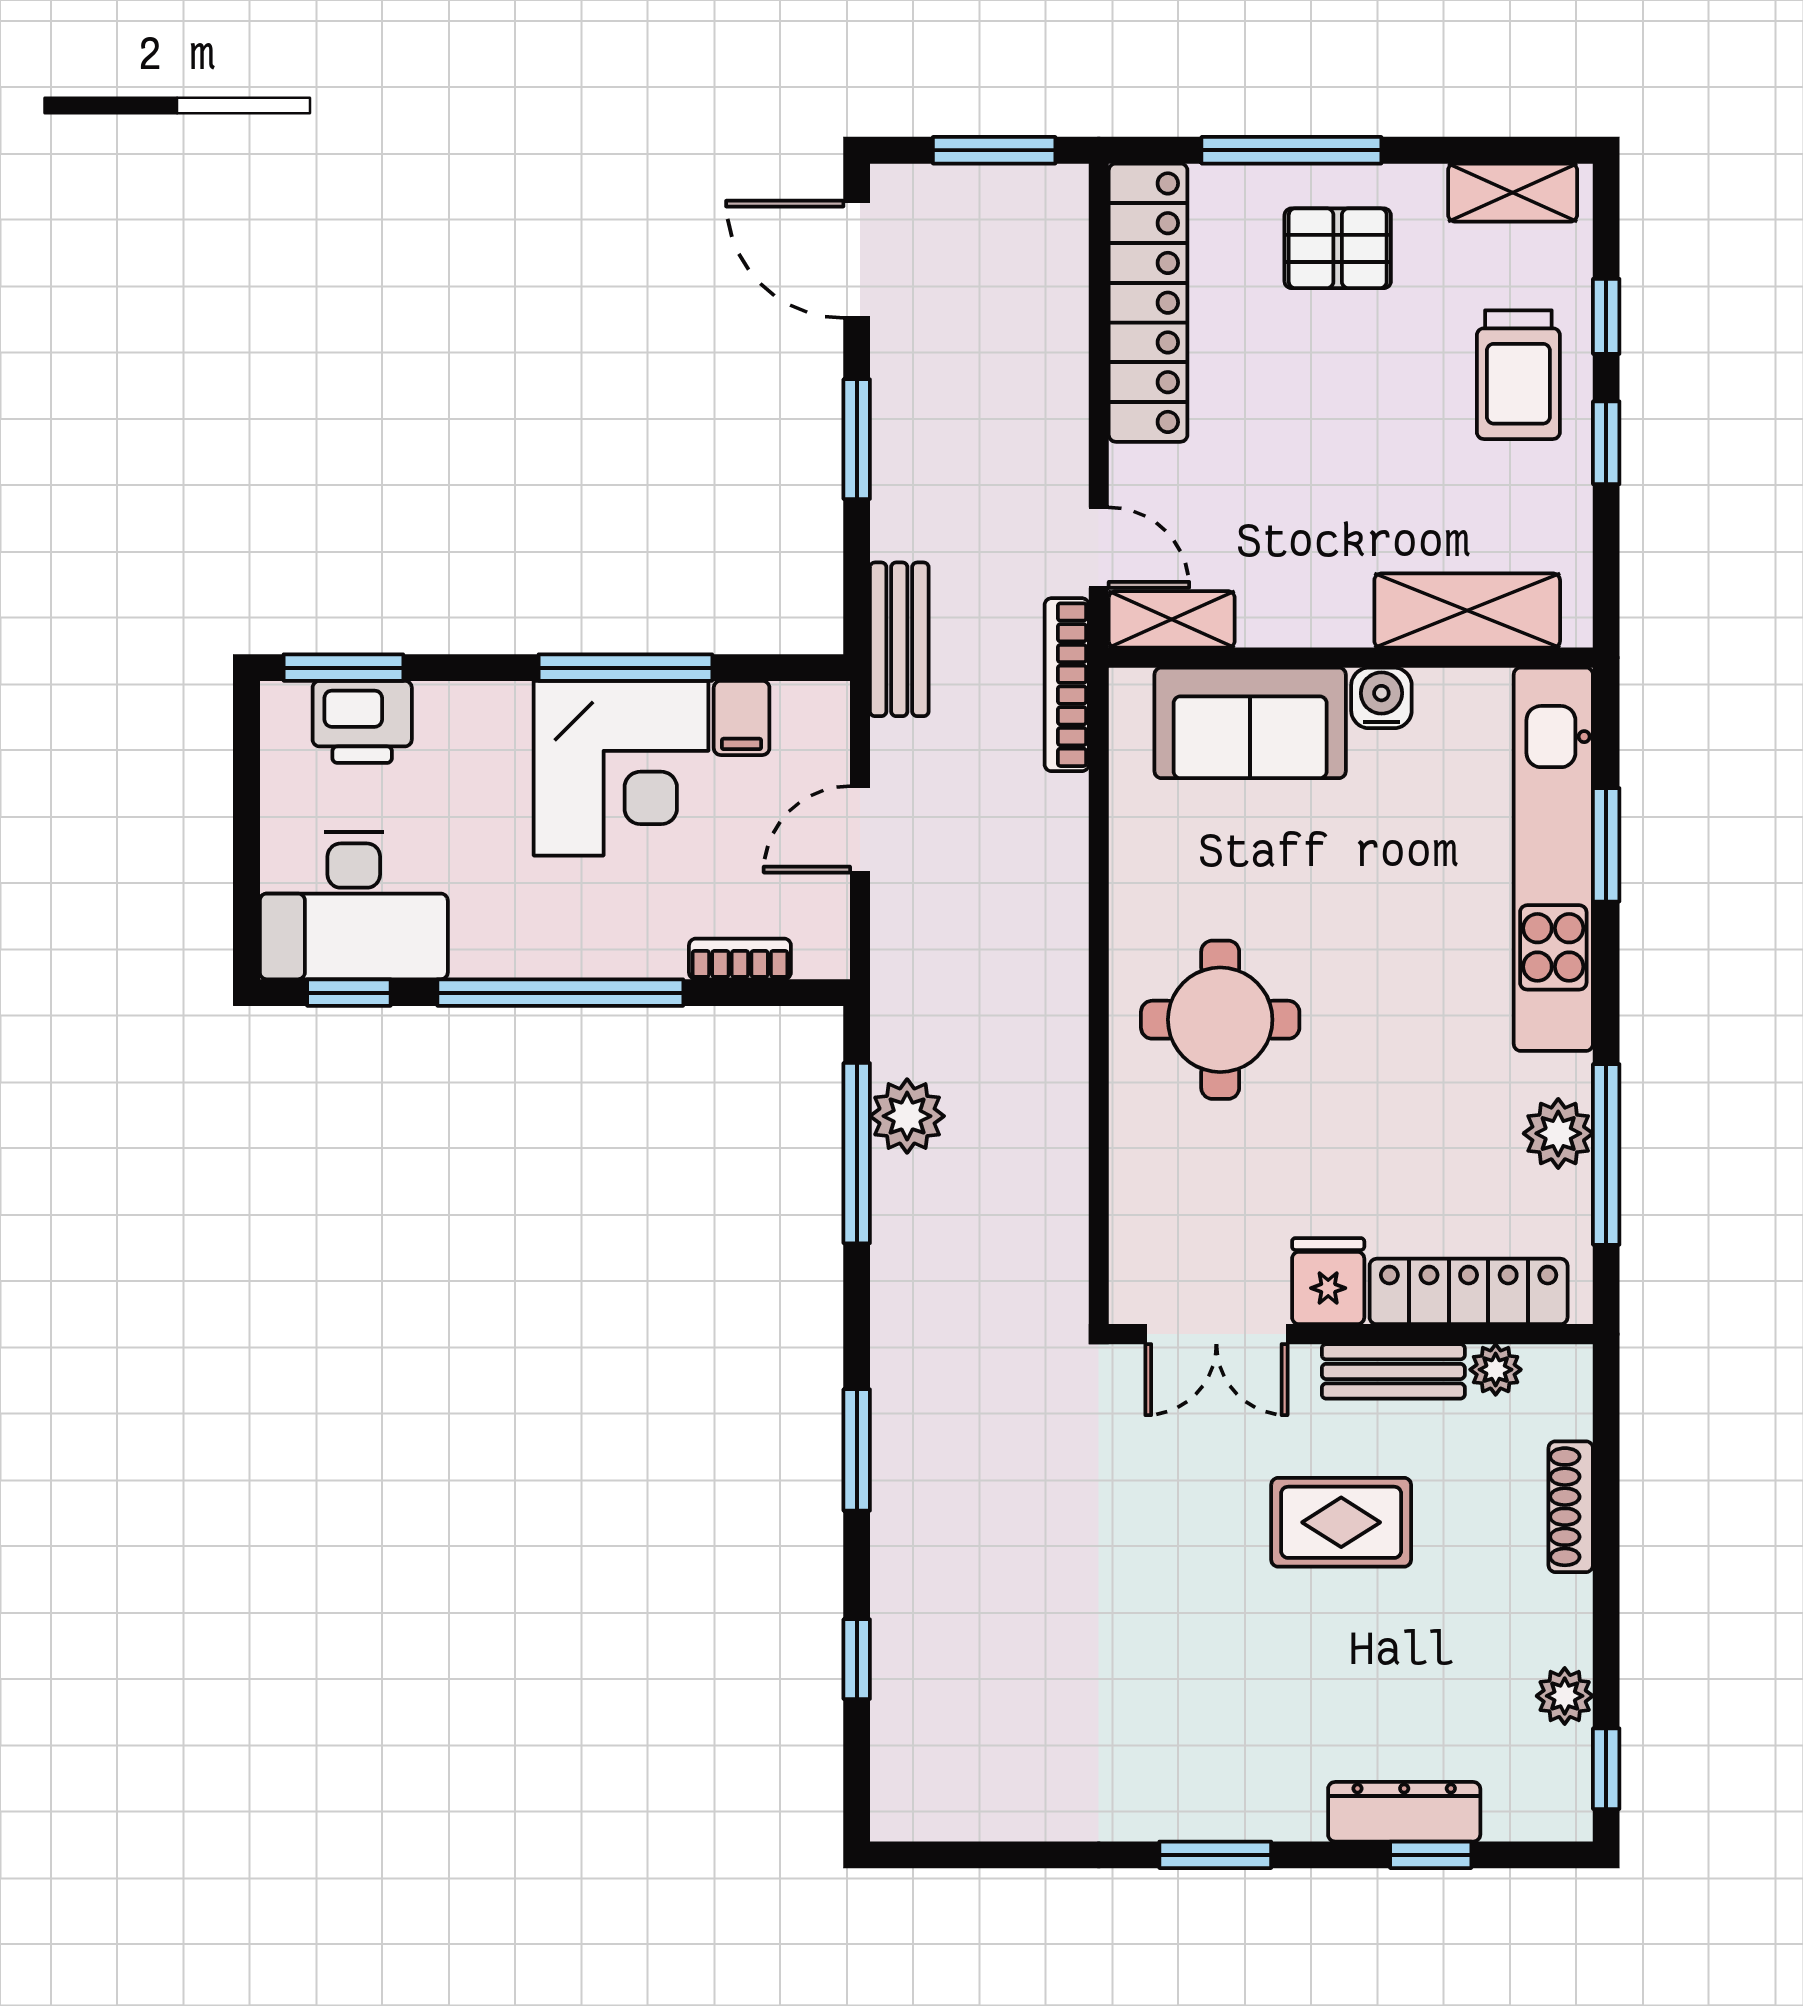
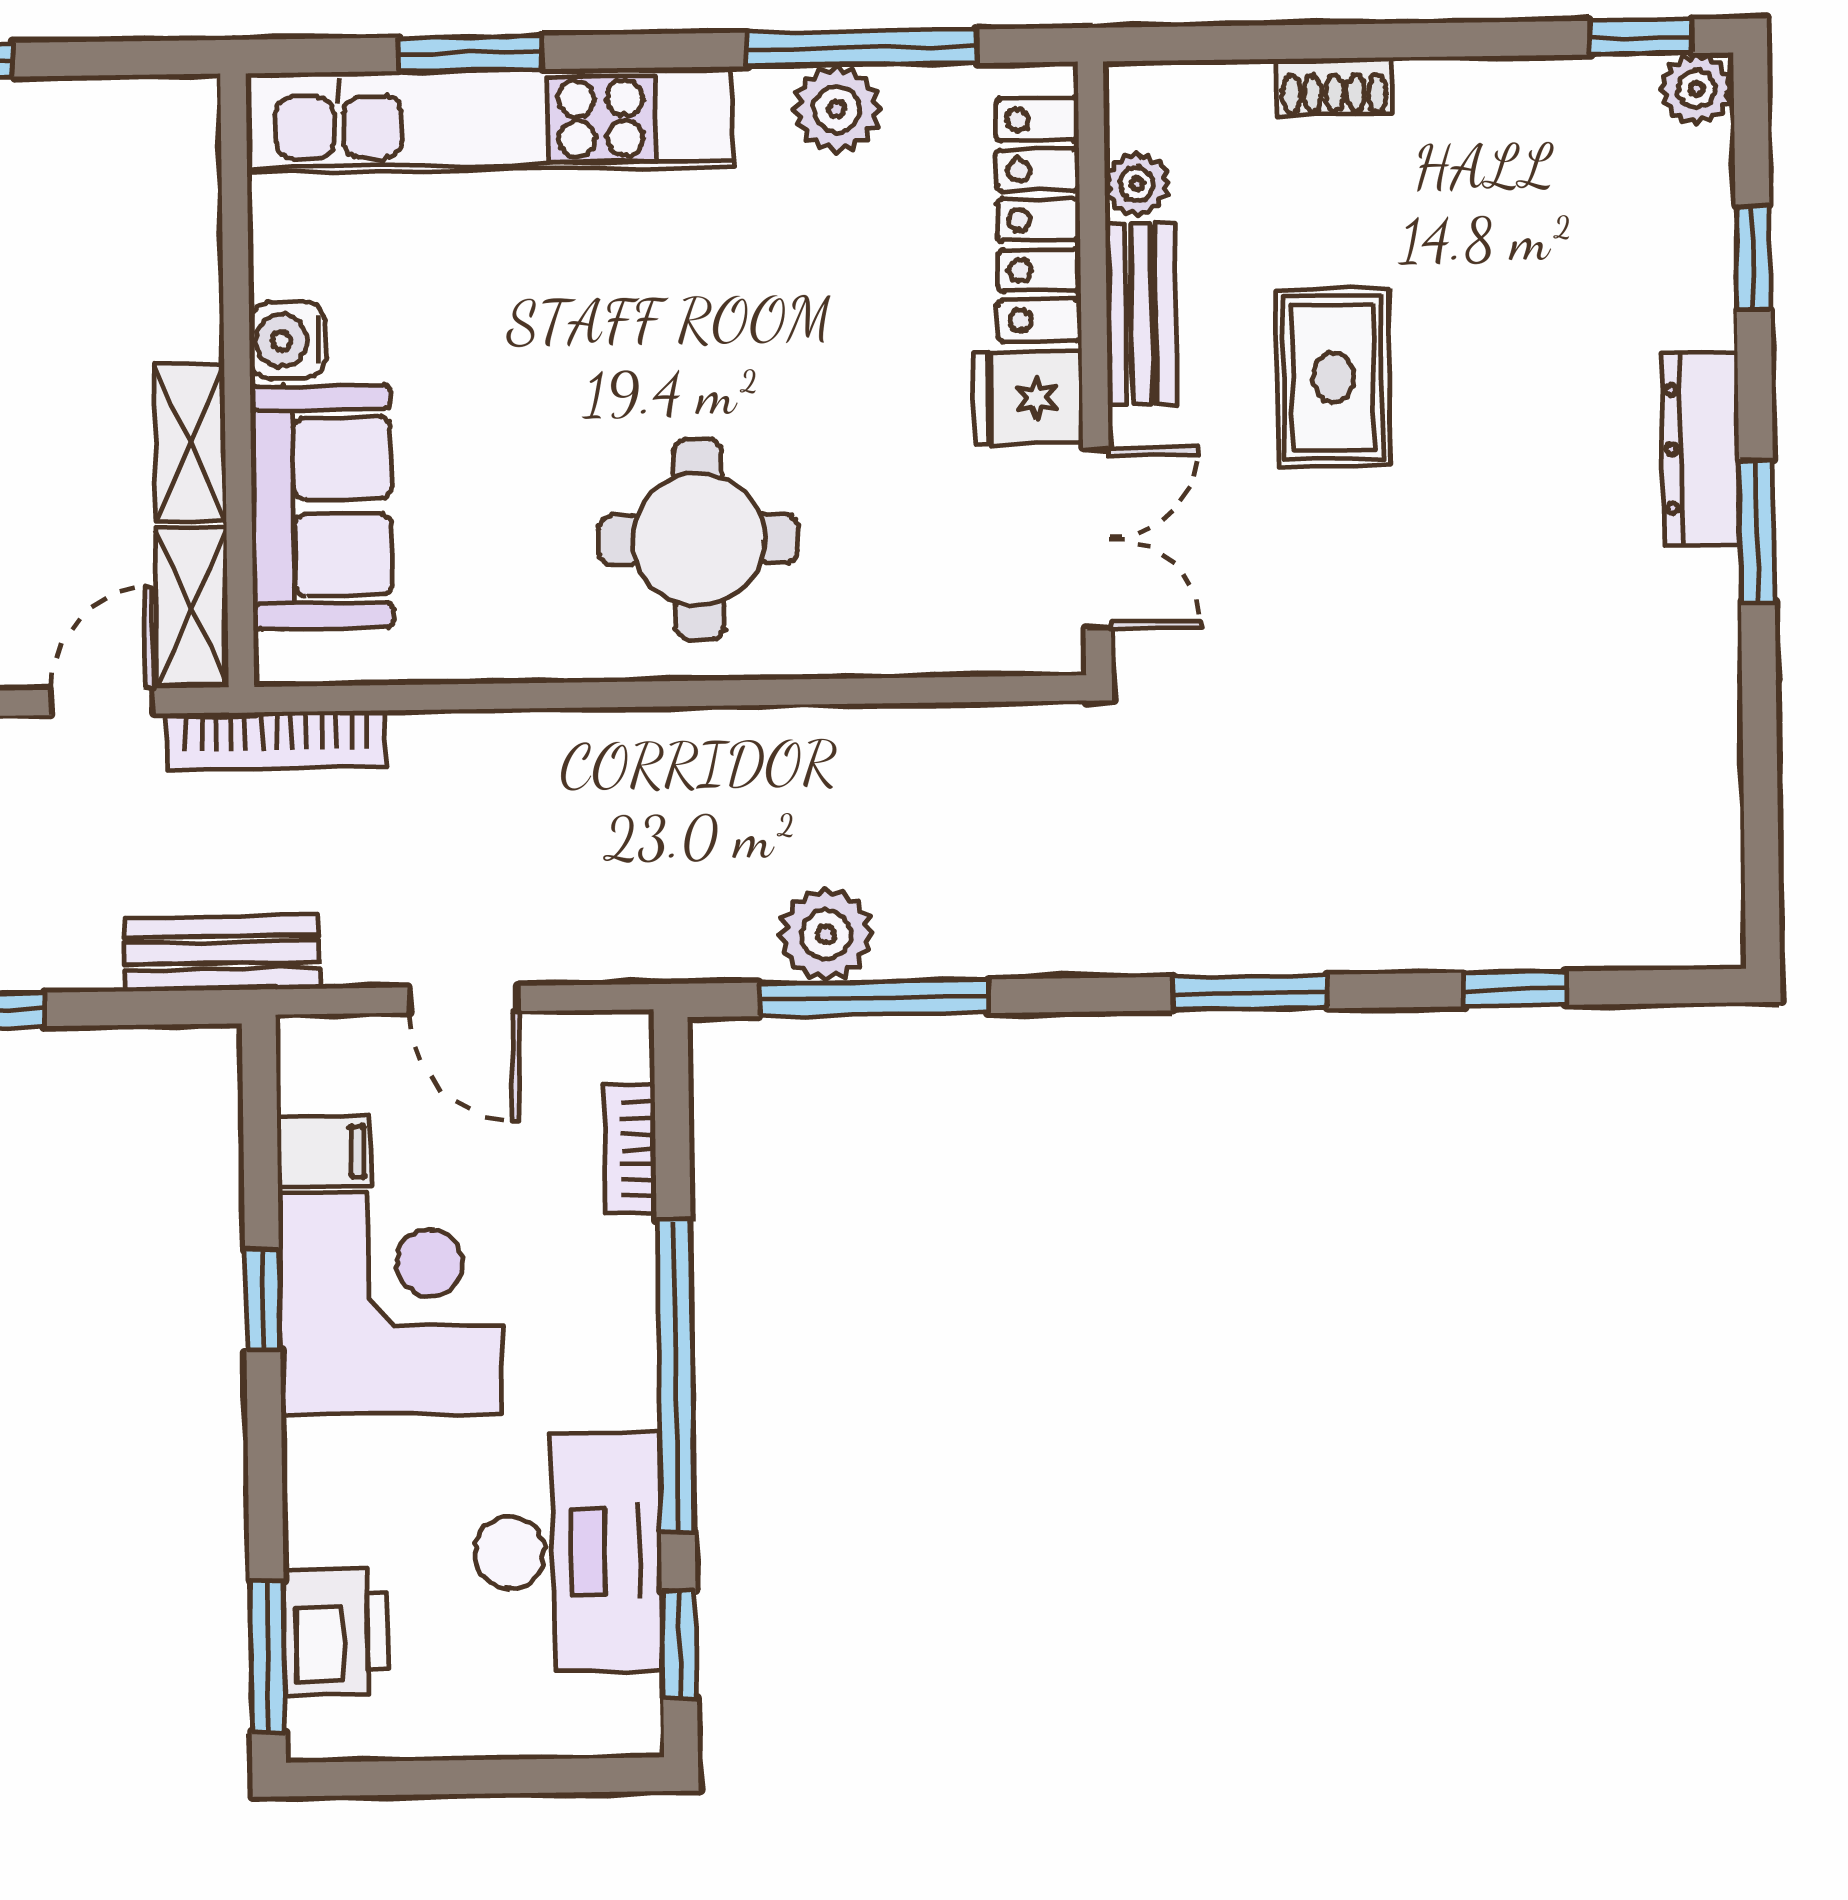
shelving: (1467, 611) -> (190, 443), moved, width x0.67, depth x0.75
window: (625, 668) -> (263, 1299), width x0.46
desk: (354, 905) -> (568, 1552), moved
shoe rack: (1571, 1507) -> (1334, 86), width x0.70
plant: (1565, 1696) -> (1696, 89), moved
dresser: (1404, 1812) -> (1701, 449), moved

